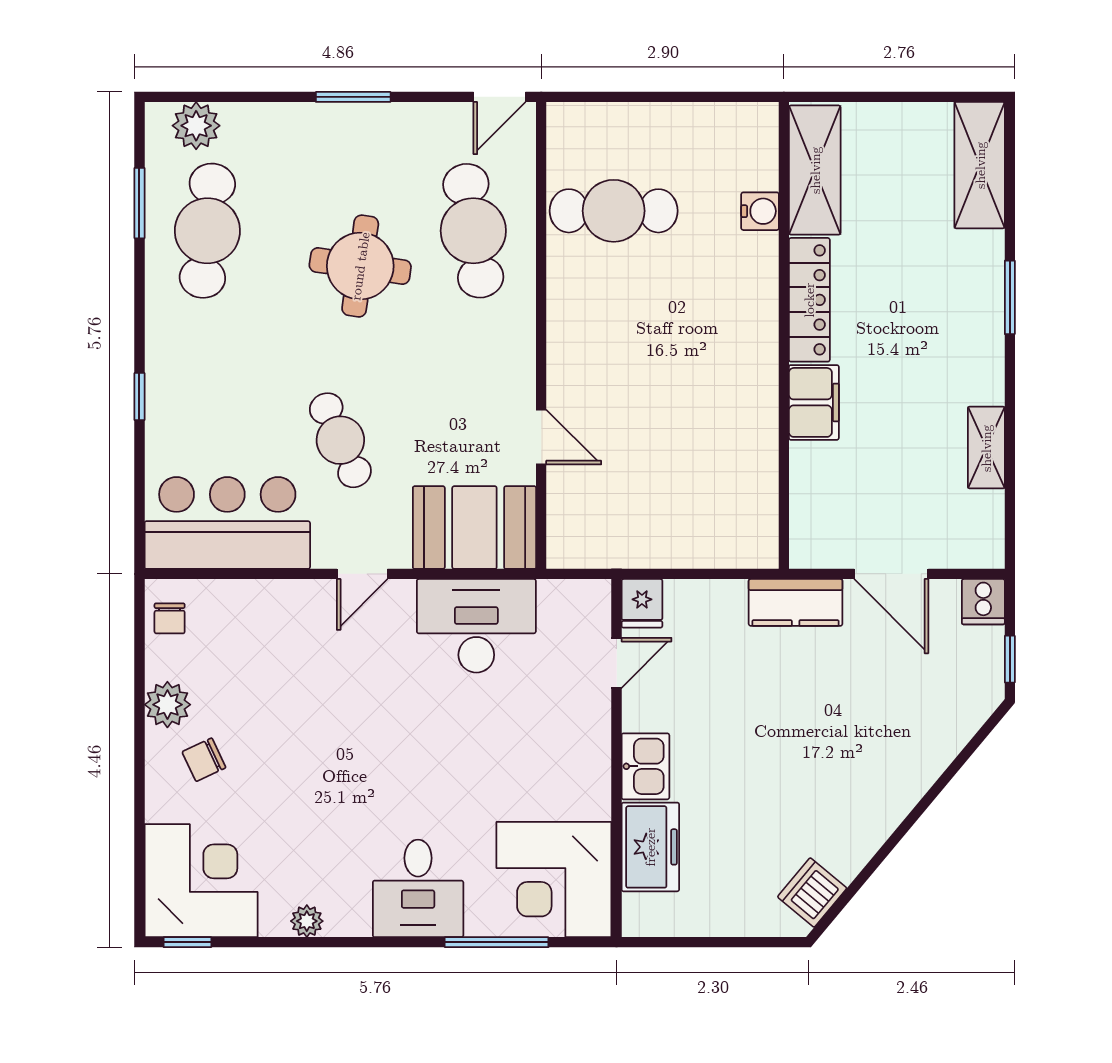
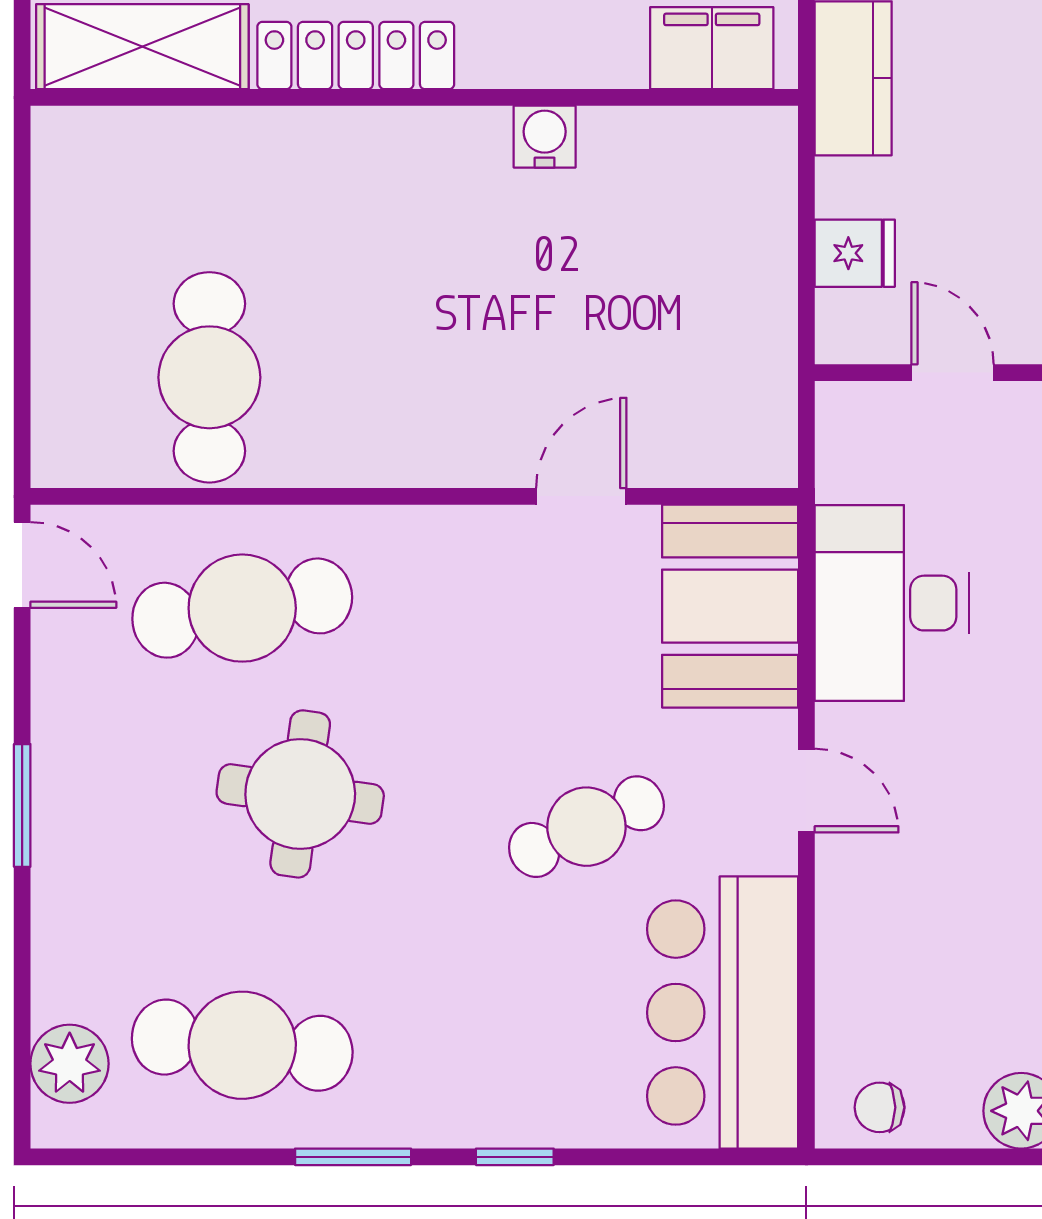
window: (139, 203) -> (353, 1157), moved
water cooler: (760, 211) -> (545, 137), moved
filing cabinet: (814, 402) -> (712, 48), moved
fridge: (642, 603) -> (855, 253), moved
chair: (170, 618) -> (880, 1107), turned 180

